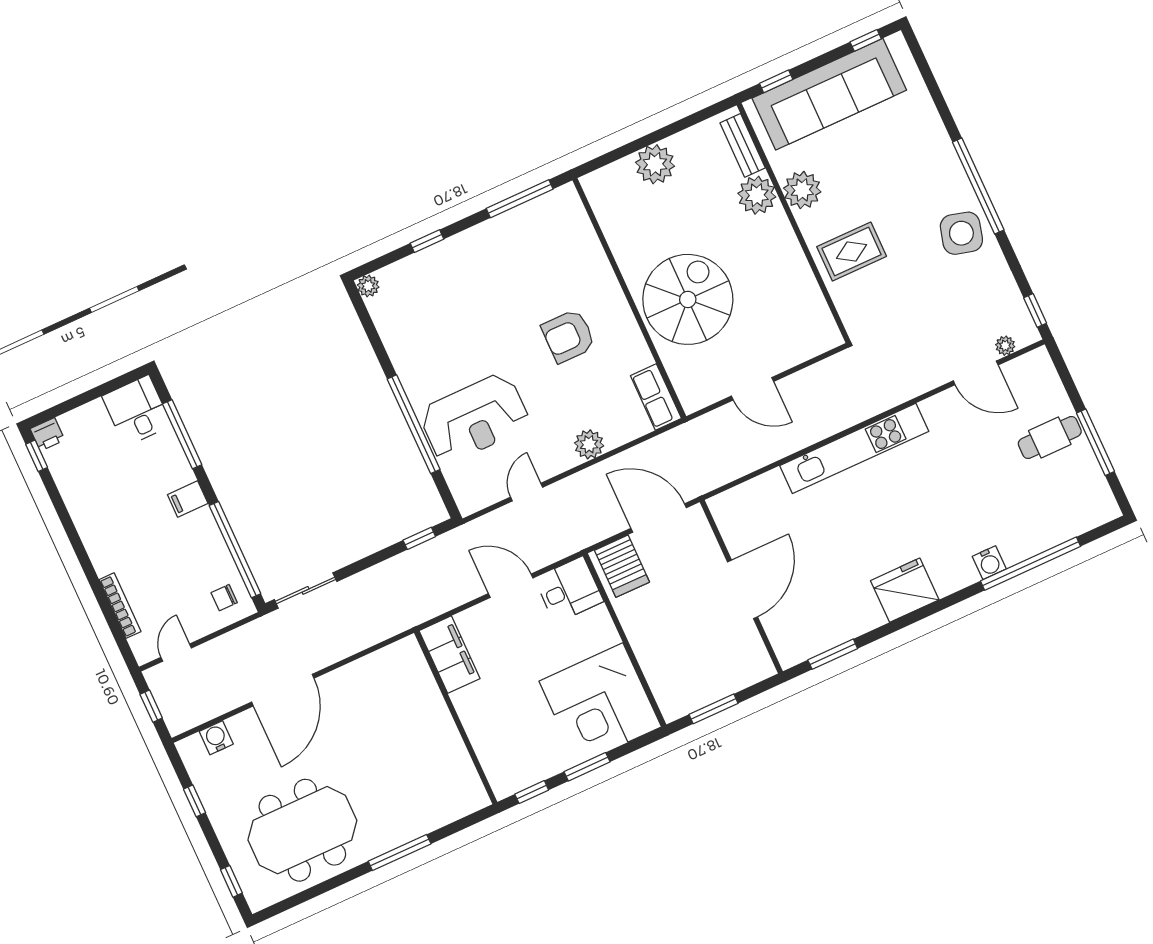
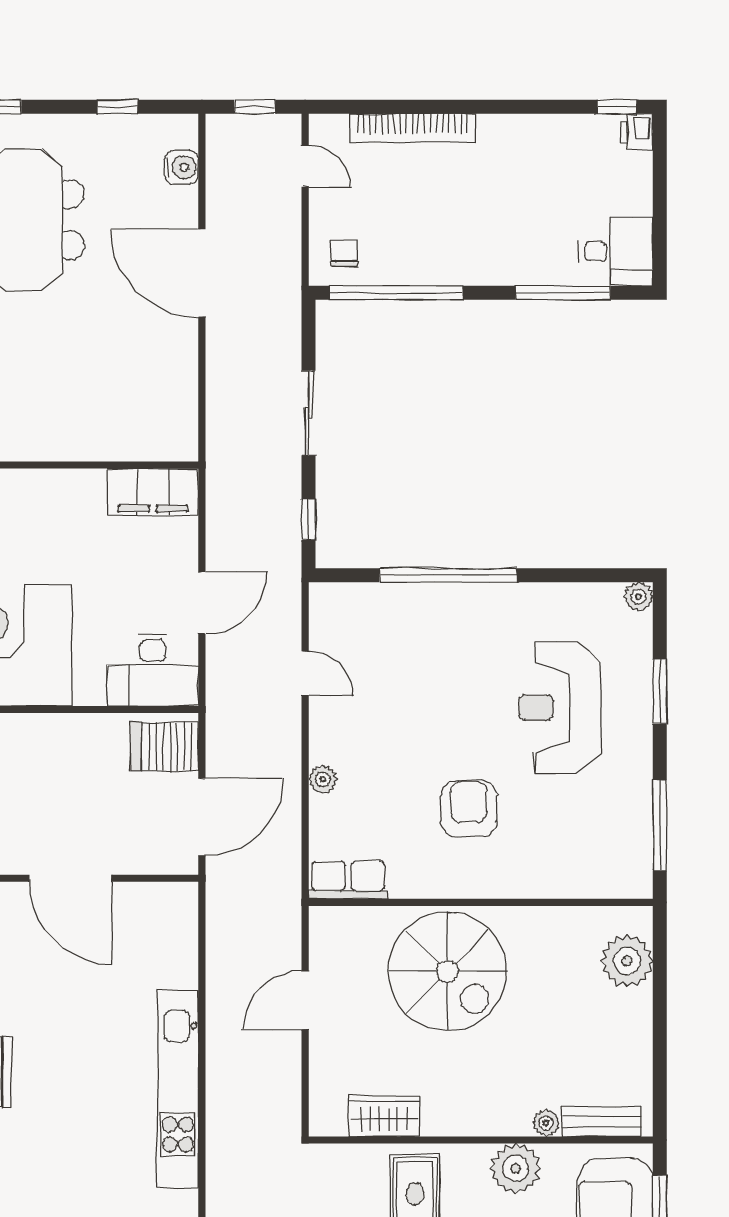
plant: (655, 164) -> (627, 961), moved
plant: (757, 195) -> (546, 1123), width x0.53, depth x0.53
window: (427, 241) -> (660, 691), width x1.50
wardrobe: (807, 297) -> (384, 1116), added
reception desk: (475, 418) -> (560, 708), moved
plant: (589, 444) -> (323, 779), width x0.73, depth x0.73
filing cabinet: (188, 499) -> (483, 264), removed
sliding door: (306, 590) -> (309, 413), moved
desk: (569, 590) -> (153, 670), width x1.37
bookcase: (120, 606) -> (412, 128), width x1.48, depth x1.31

